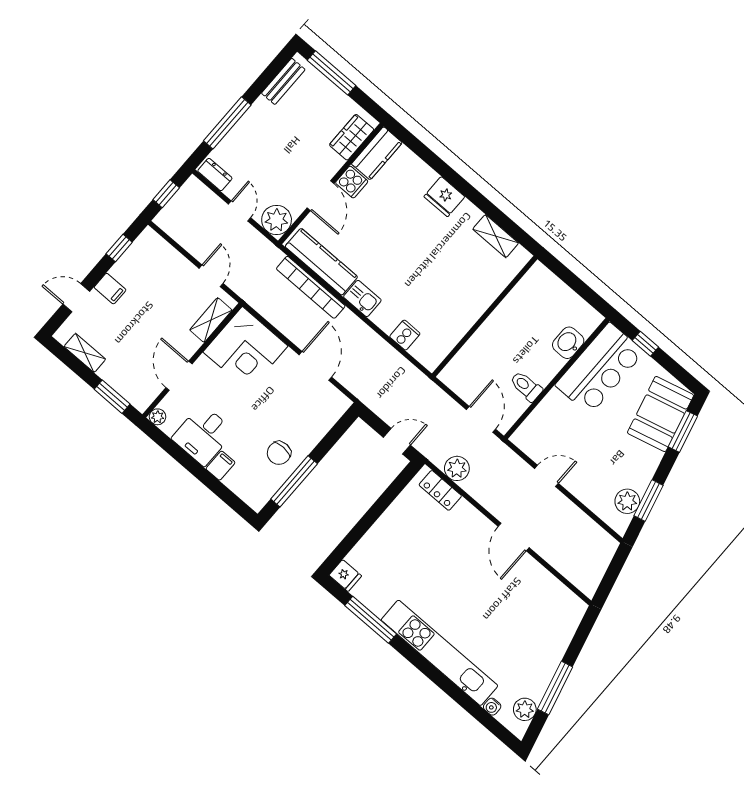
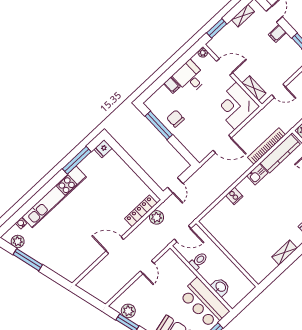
wall: (485, 316) -> (227, 254), moved
locker: (440, 490) -> (141, 211), width x1.53

